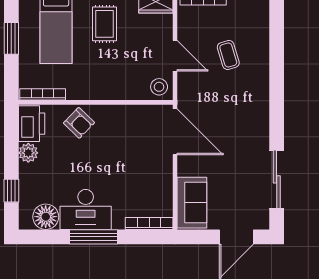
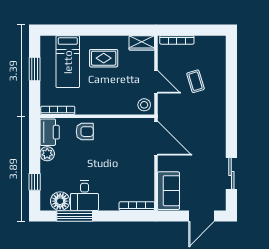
rug: (104, 24) -> (104, 58), turned 90
armchair: (79, 123) -> (85, 132), turned -44
sliding door: (277, 179) -> (231, 173), width x0.73
desk: (86, 209) -> (85, 196), width x0.73
window: (93, 237) -> (75, 216), moved

